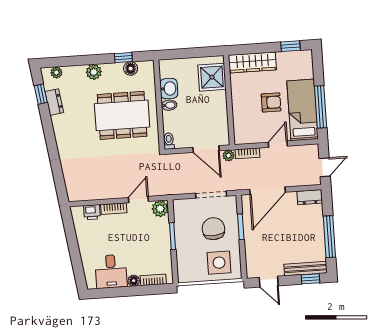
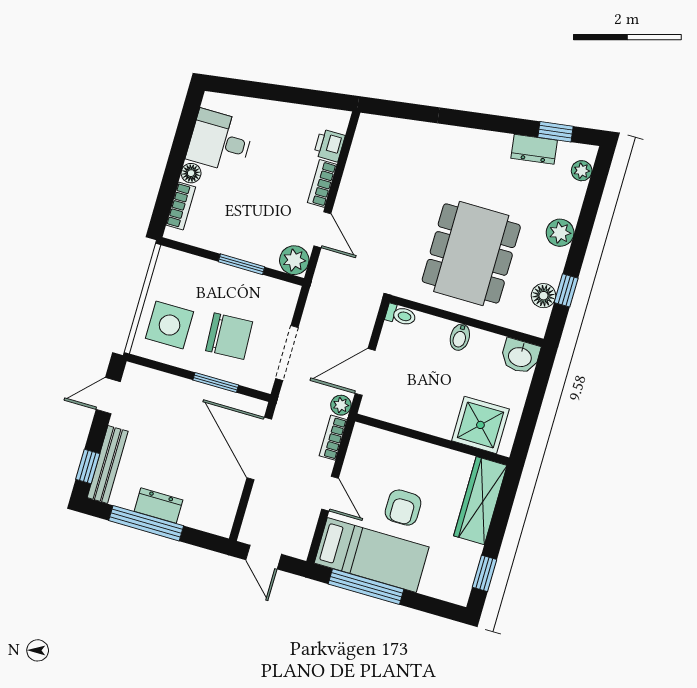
washbasin: (169, 89) -> (520, 356), moved
dresser: (310, 197) -> (158, 506), moved, turned 90

